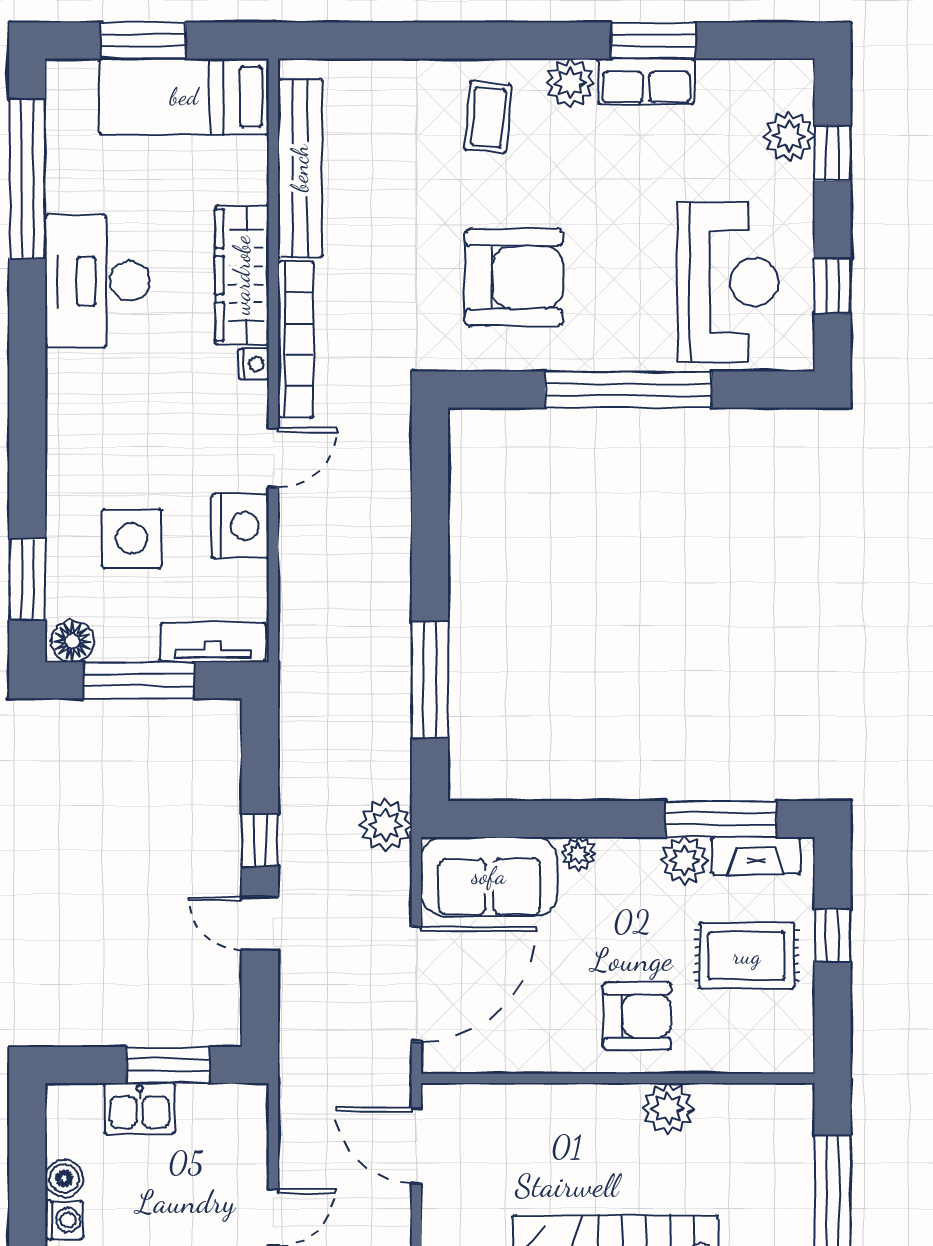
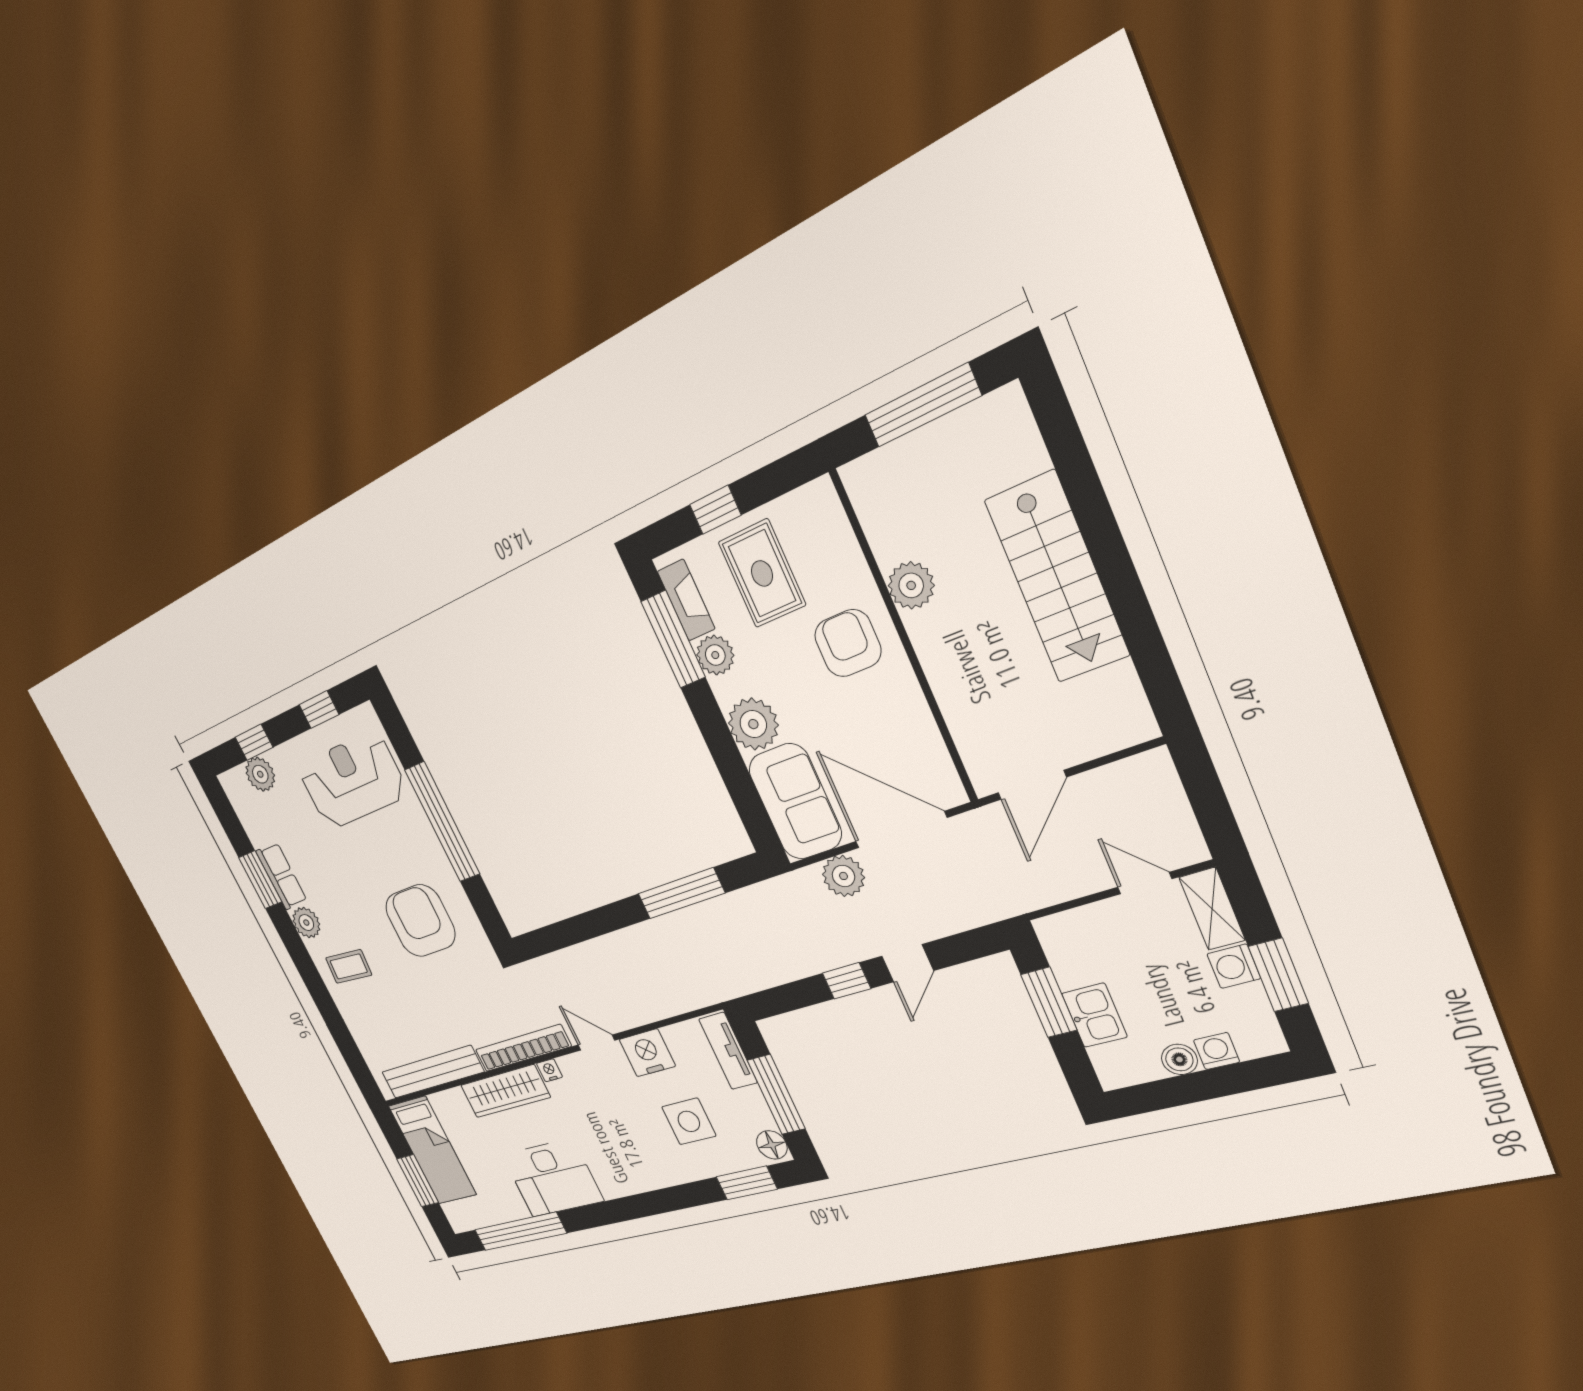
plant: (386, 825) -> (843, 876), moved
plant: (578, 854) -> (753, 724), width x1.87, depth x1.87

